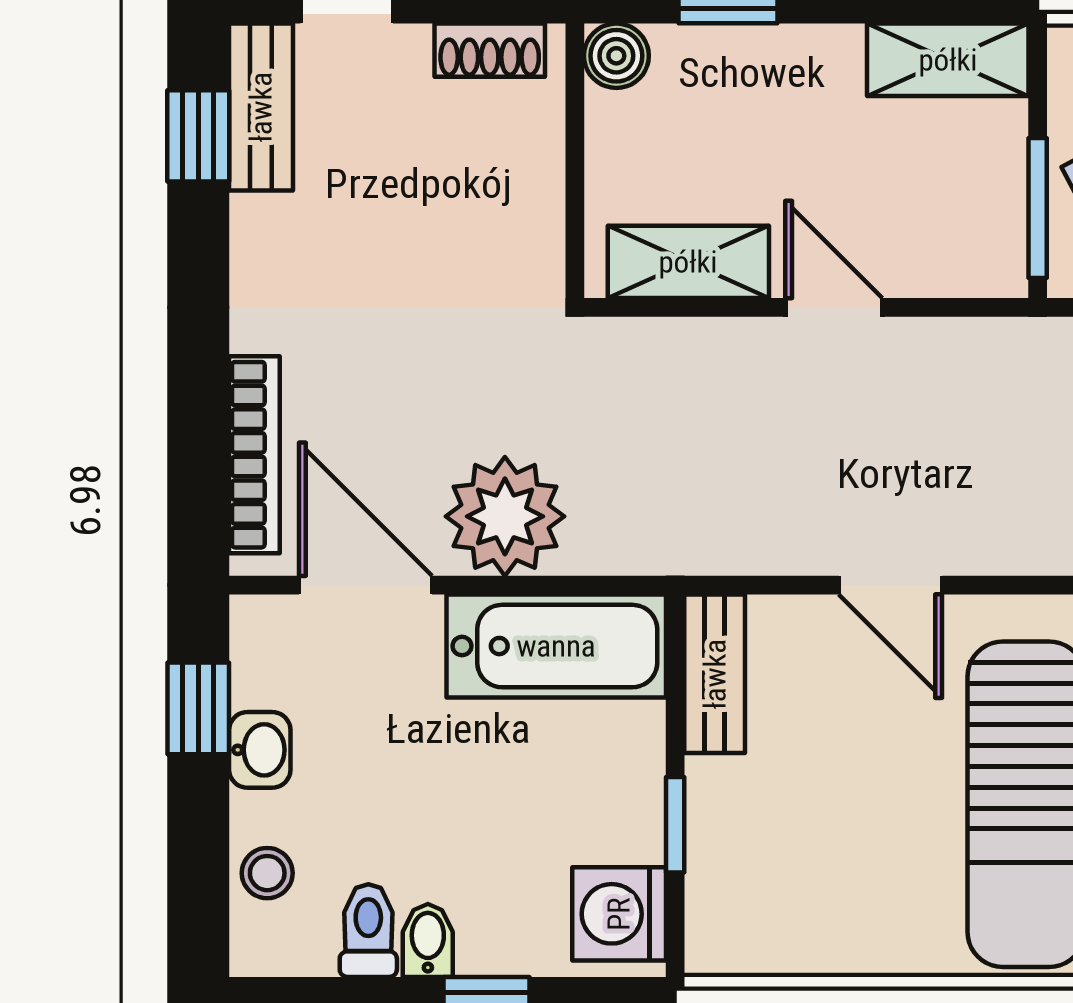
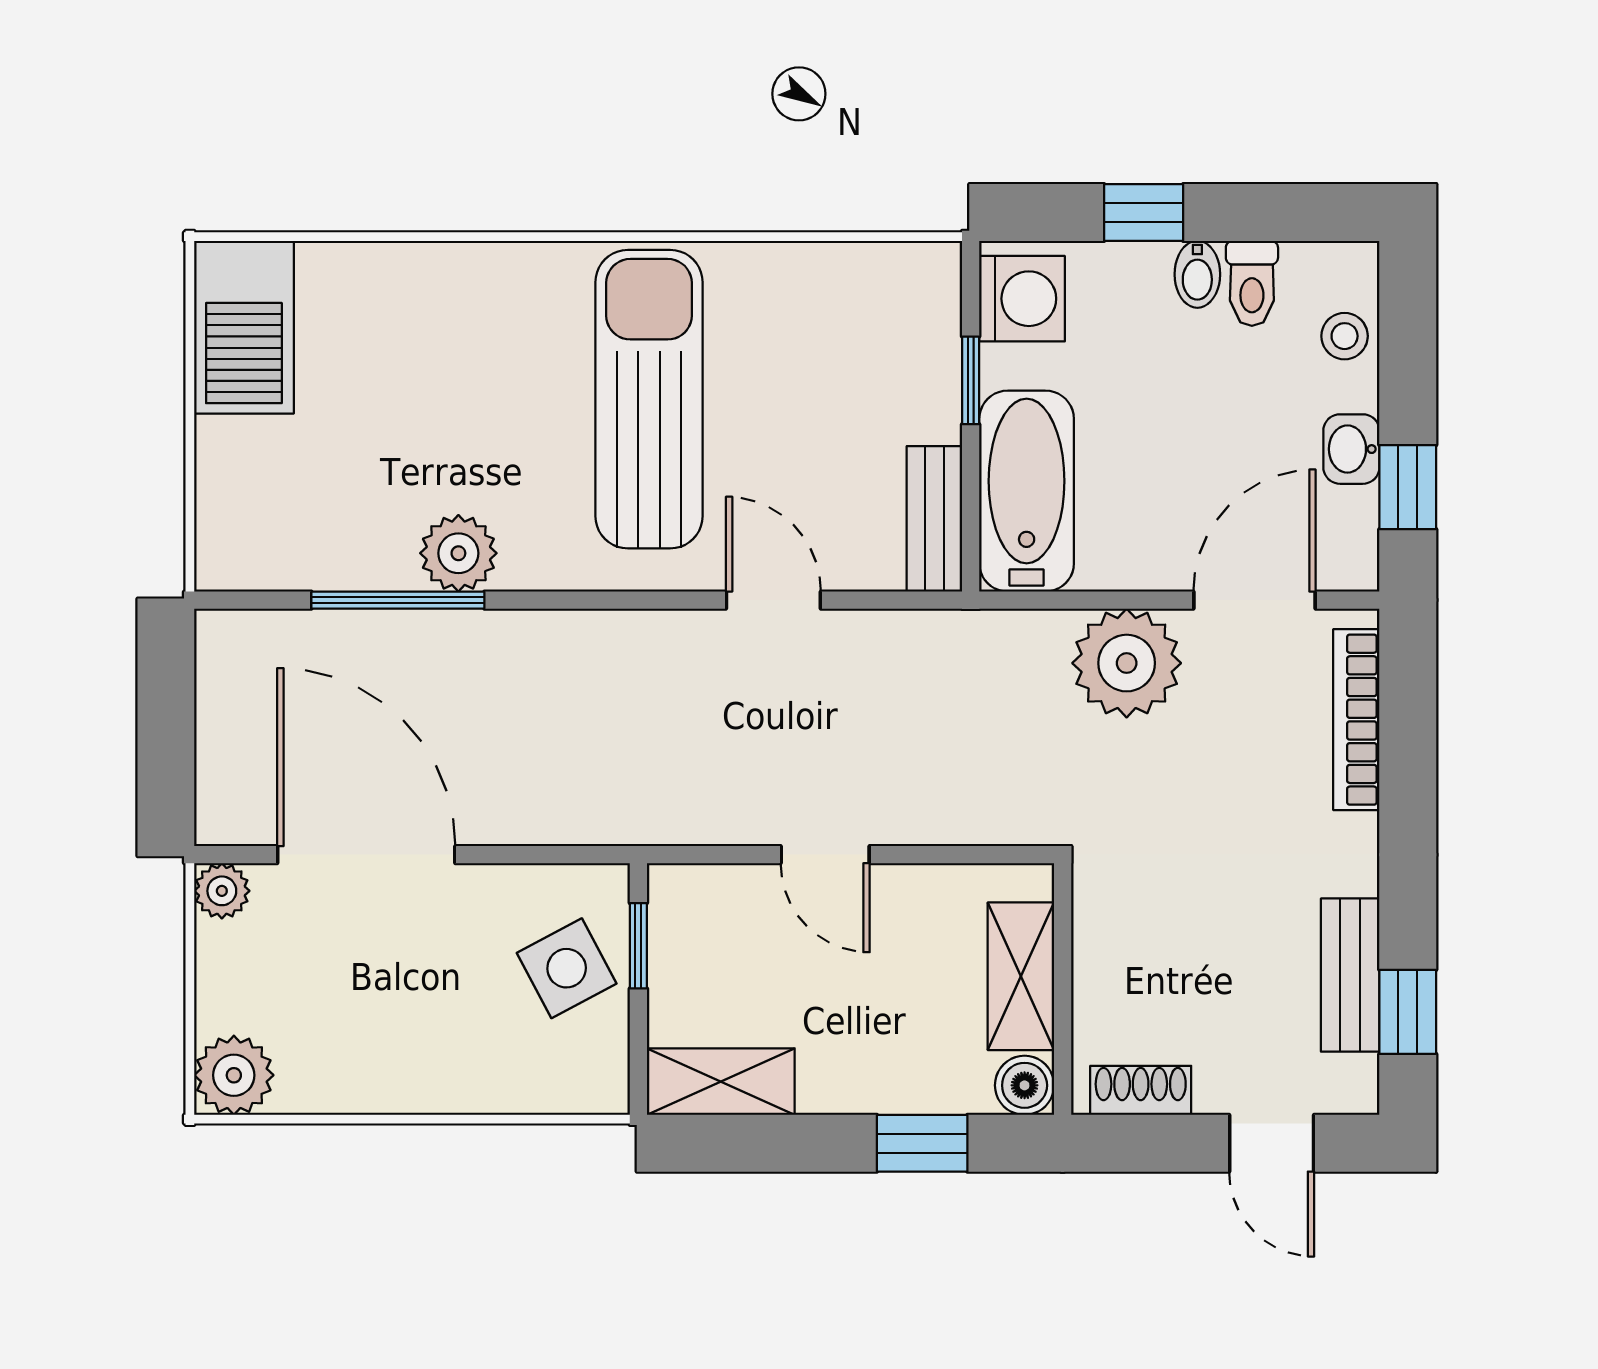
bench: (261, 107) -> (1350, 975), moved
window: (1038, 208) -> (638, 946), width x0.67
shelving: (688, 262) -> (1021, 976), moved, turned 90
door: (365, 585) -> (1255, 600), swing flipped
bathtub: (556, 646) -> (1027, 491), moved, turned 90

